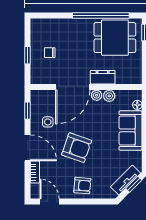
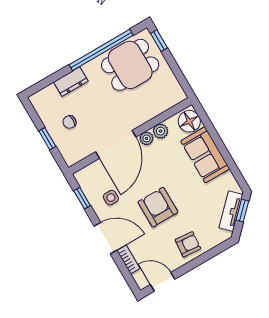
dresser: (103, 77) -> (71, 82), moved, turned 180
floor lamp: (137, 105) -> (189, 121), width x1.89, depth x1.89
armchair: (77, 148) -> (158, 207), turned -109

